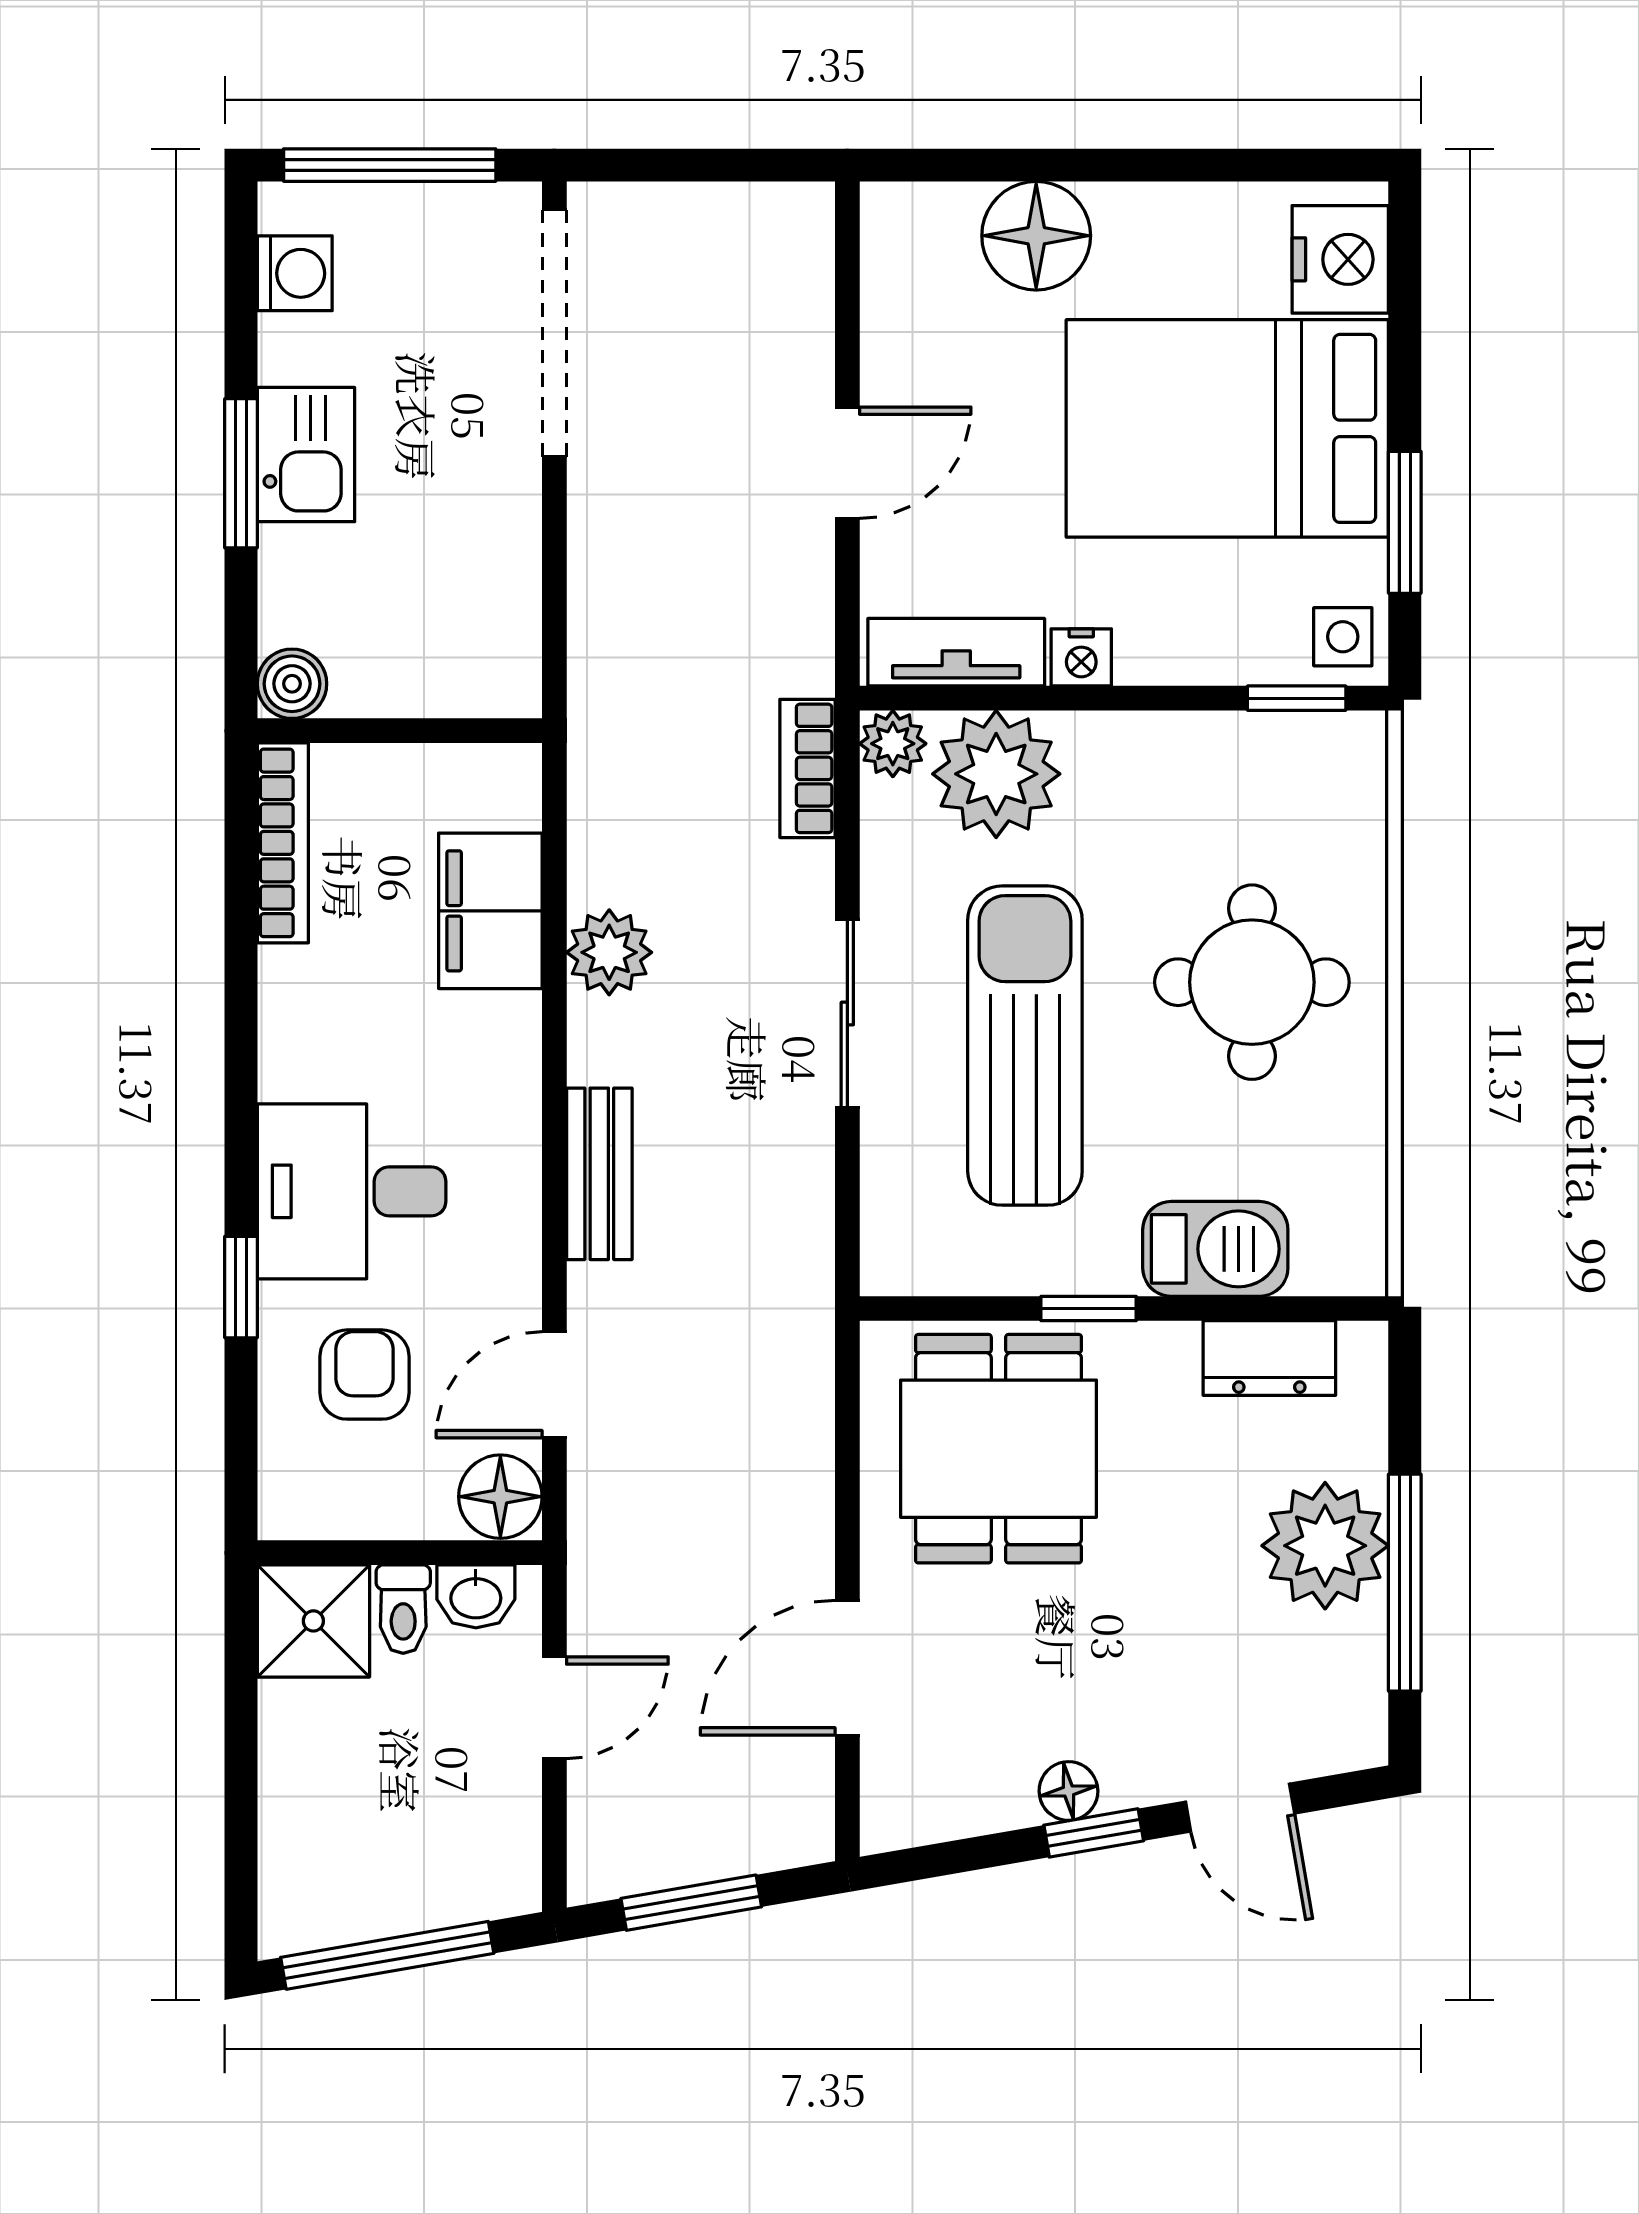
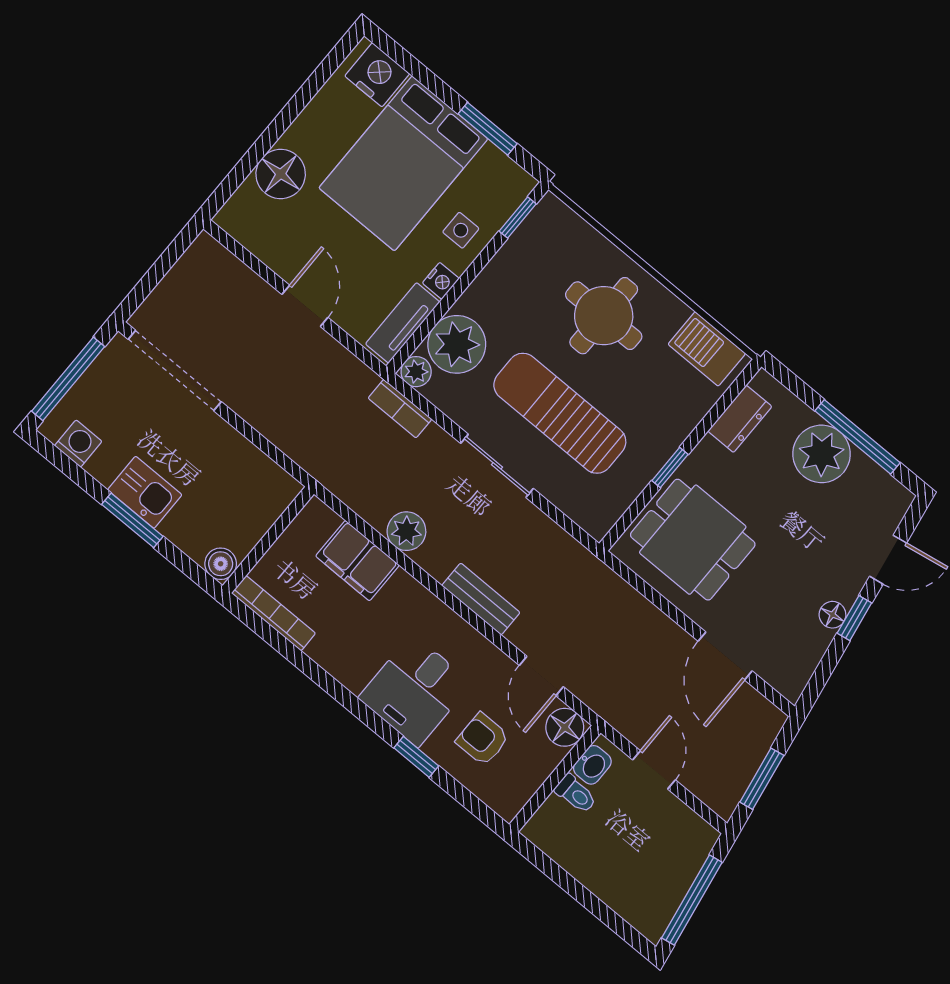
side table: (1343, 637) -> (461, 230), moved
barbecue: (1215, 1249) -> (707, 349), moved, turned -90
shower: (313, 1621) -> (554, 829), removed

